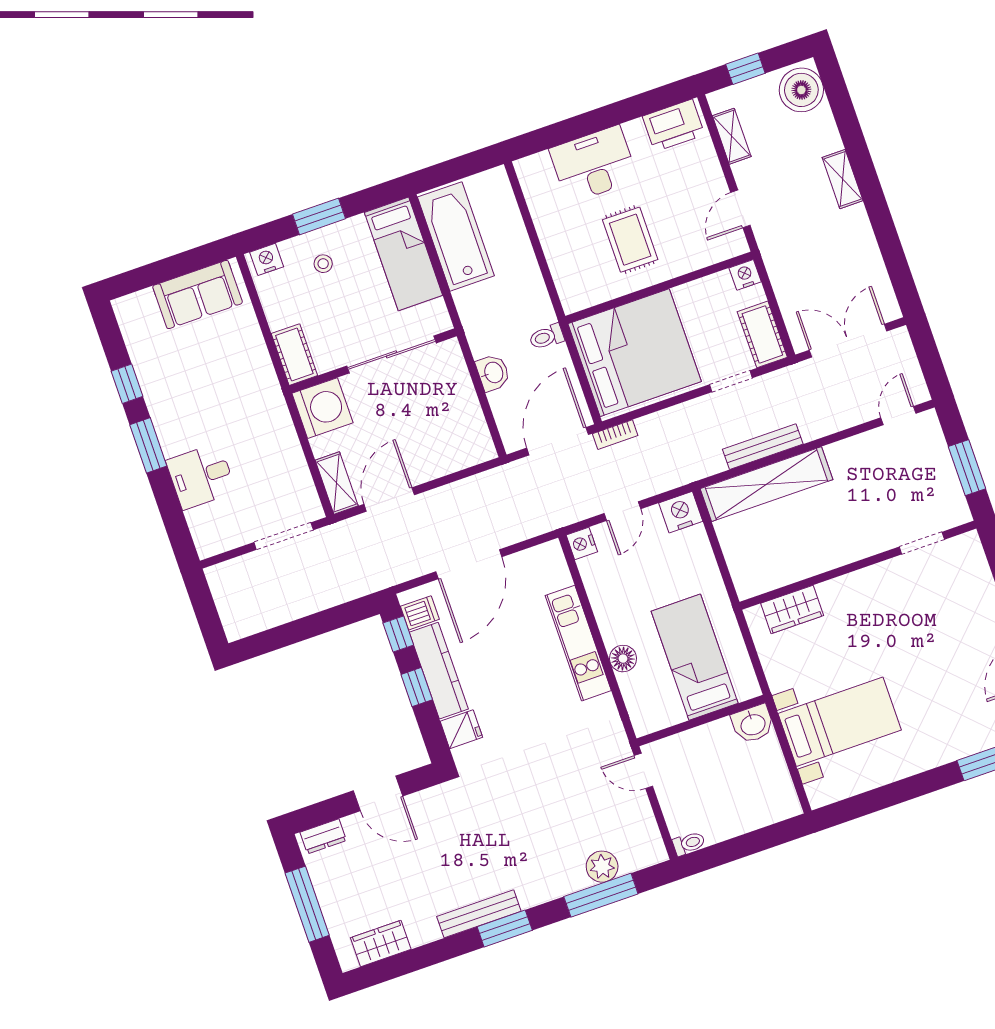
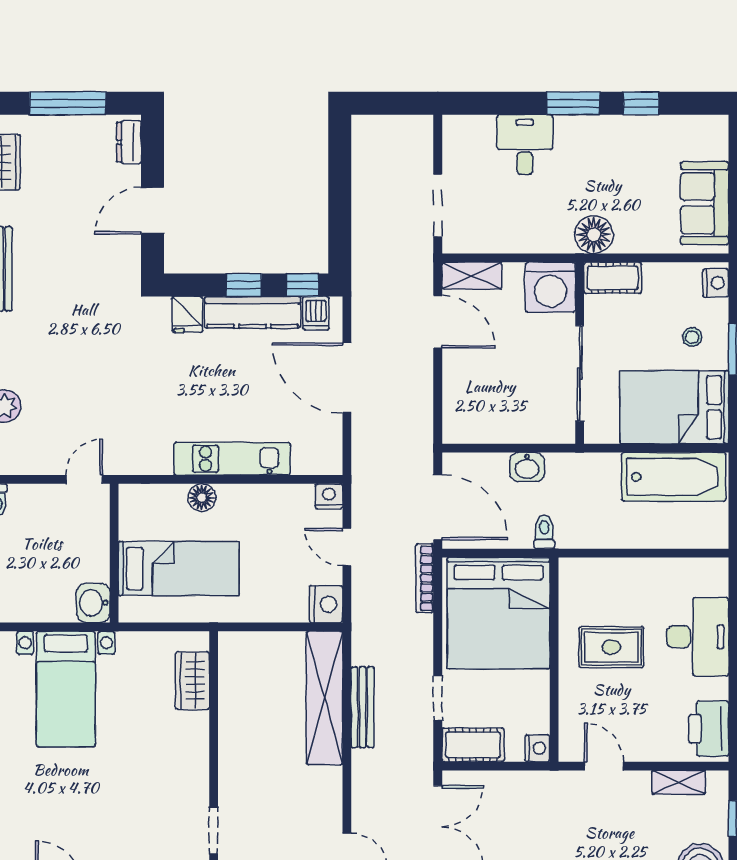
bed: (404, 254) -> (674, 407), width x1.50
floor lamp: (261, 385) -> (594, 235), added
bookcase: (615, 435) -> (425, 578), width x1.56

